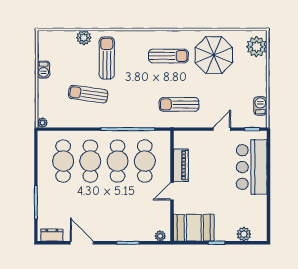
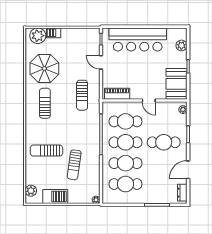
plant: (84, 38) -> (31, 191), moved
barbecue: (44, 70) -> (55, 197), width x1.88, depth x1.53
barbecue: (260, 106) -> (54, 33), moved
piano: (181, 165) -> (117, 94), moved
bar counter: (252, 167) -> (138, 39), width x1.36
cafe table: (118, 211) -> (164, 142), added

